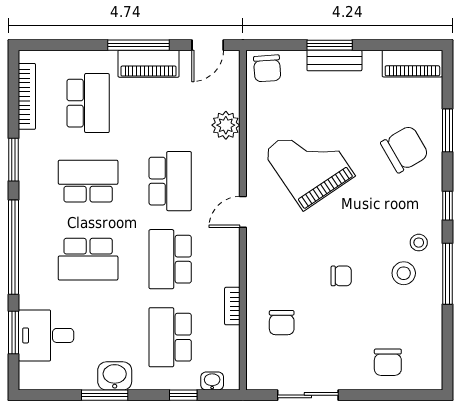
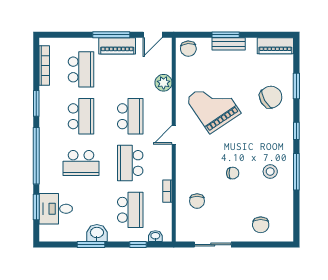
school desk: (88, 181) -> (81, 116), turned 90
stool: (419, 243) -> (279, 153), removed
school desk: (170, 337) -> (130, 210), turned 180

